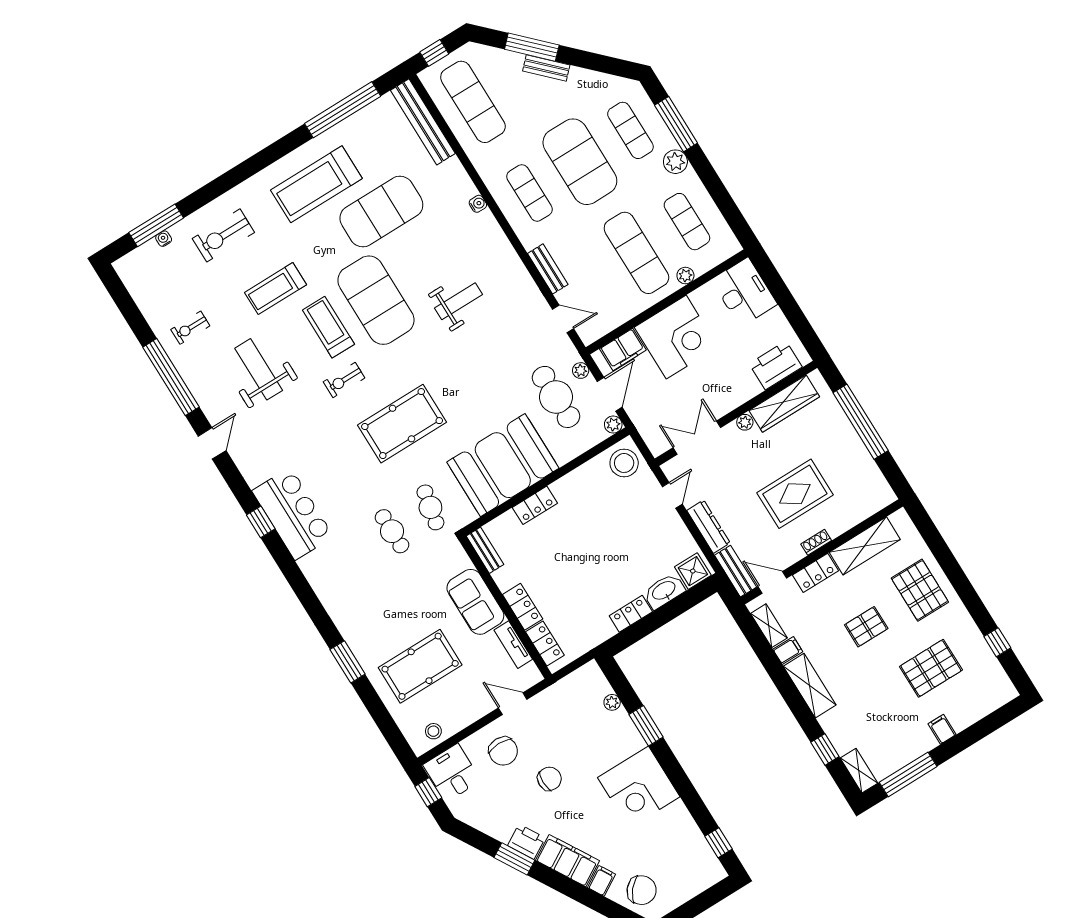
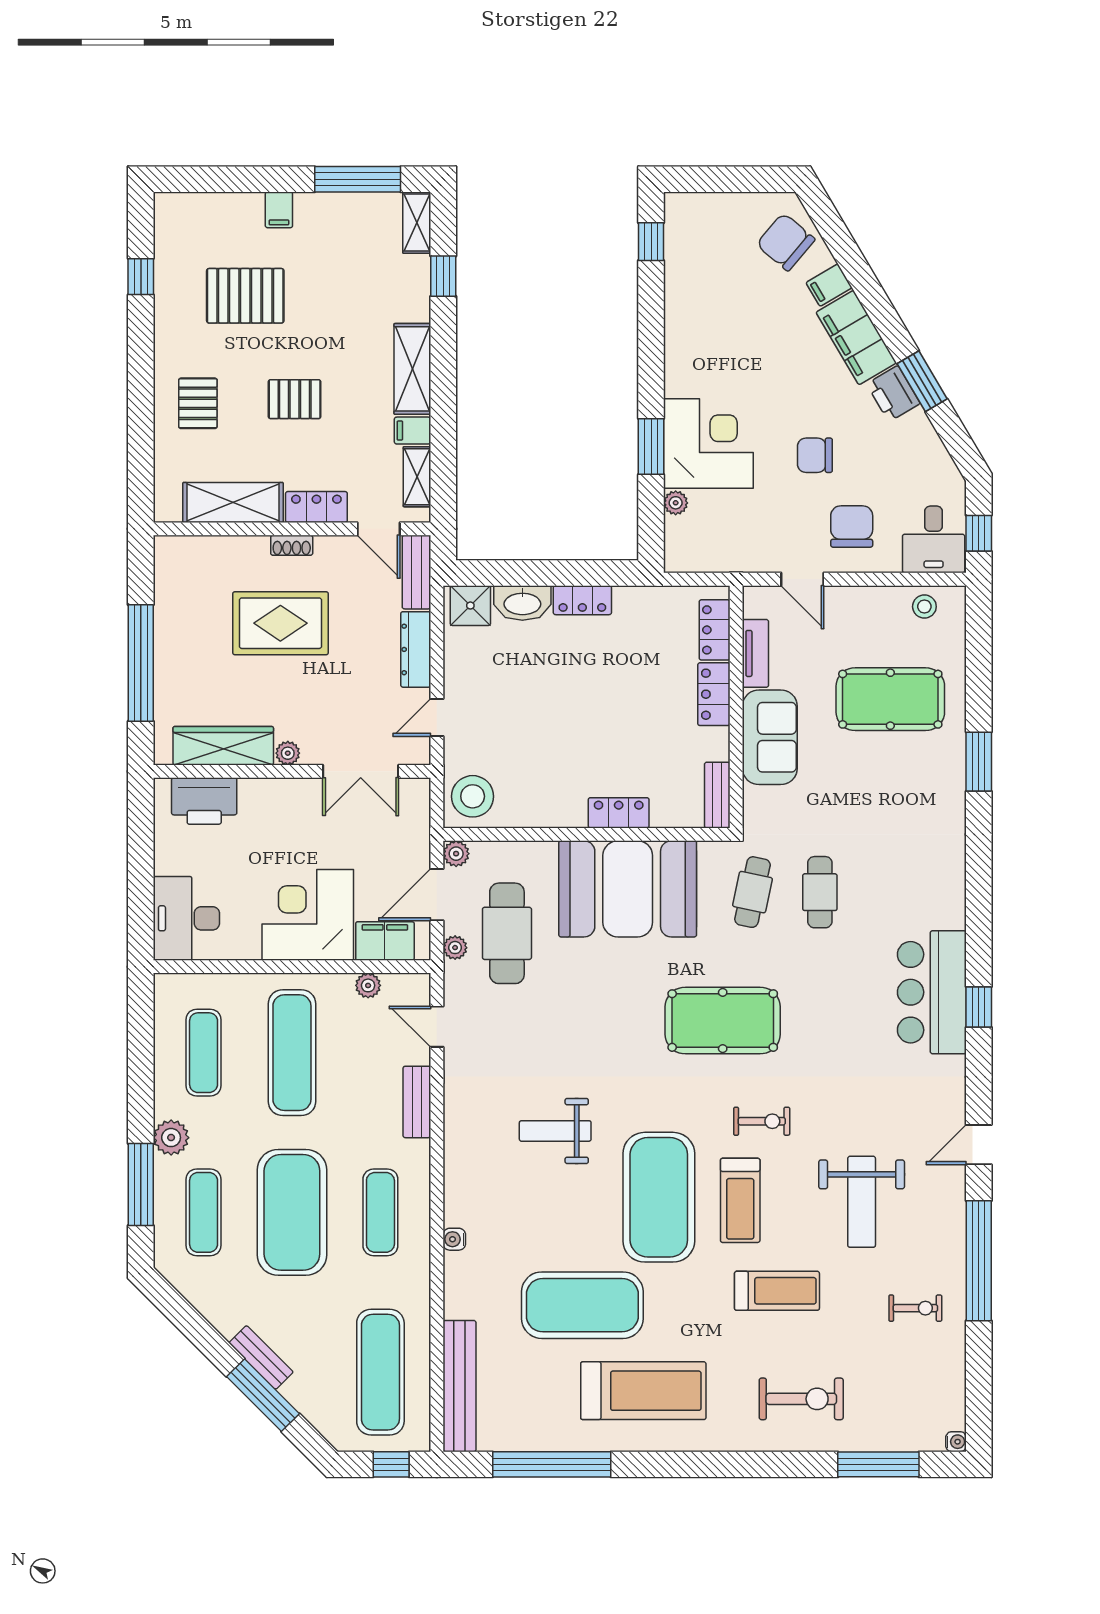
water cooler: (164, 239) -> (956, 1442), moved, turned -90
plant: (685, 276) -> (368, 985), moved
pallet: (920, 590) -> (198, 403), width x0.67, depth x0.71
corner desk: (639, 787) -> (708, 444), moved

